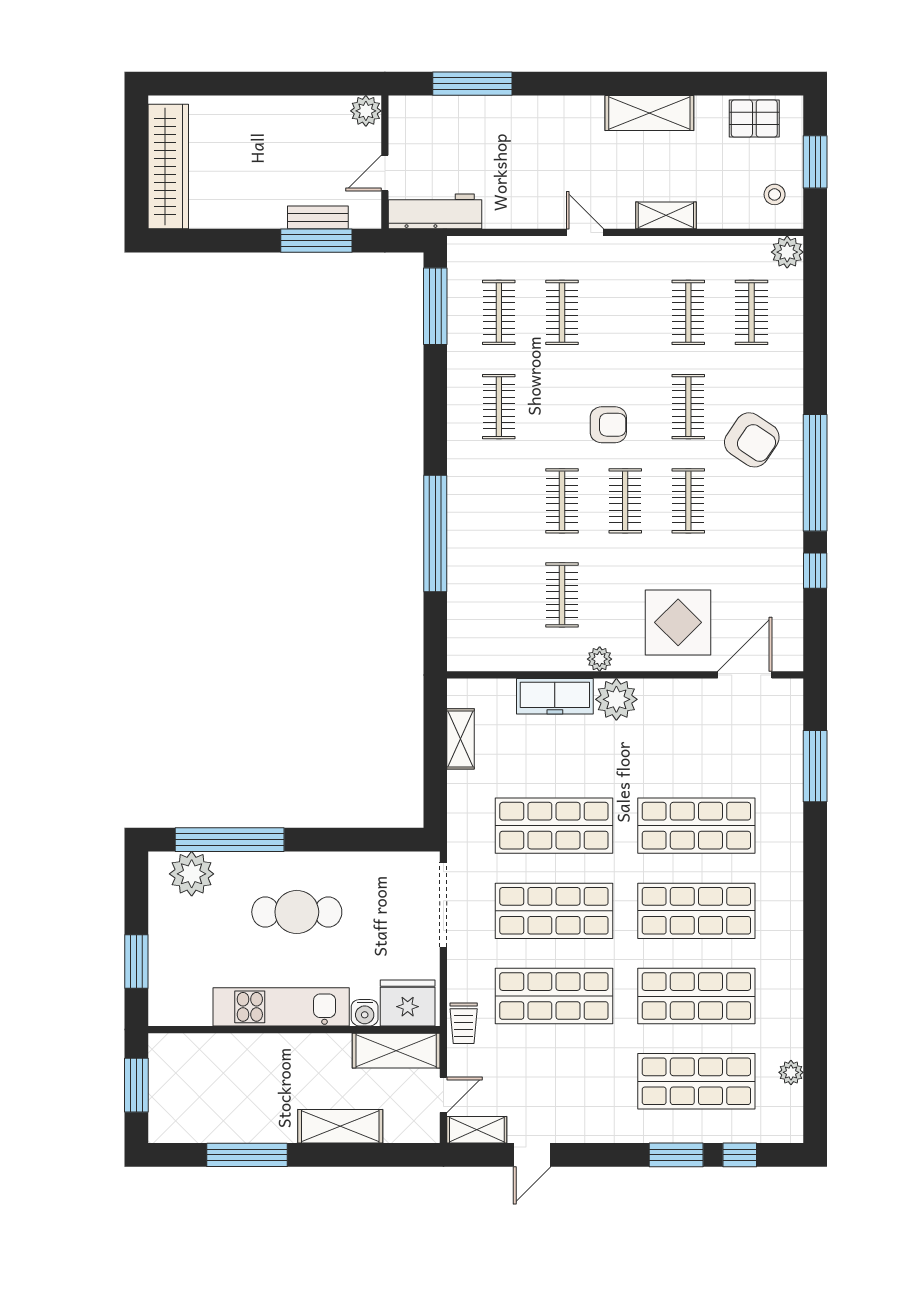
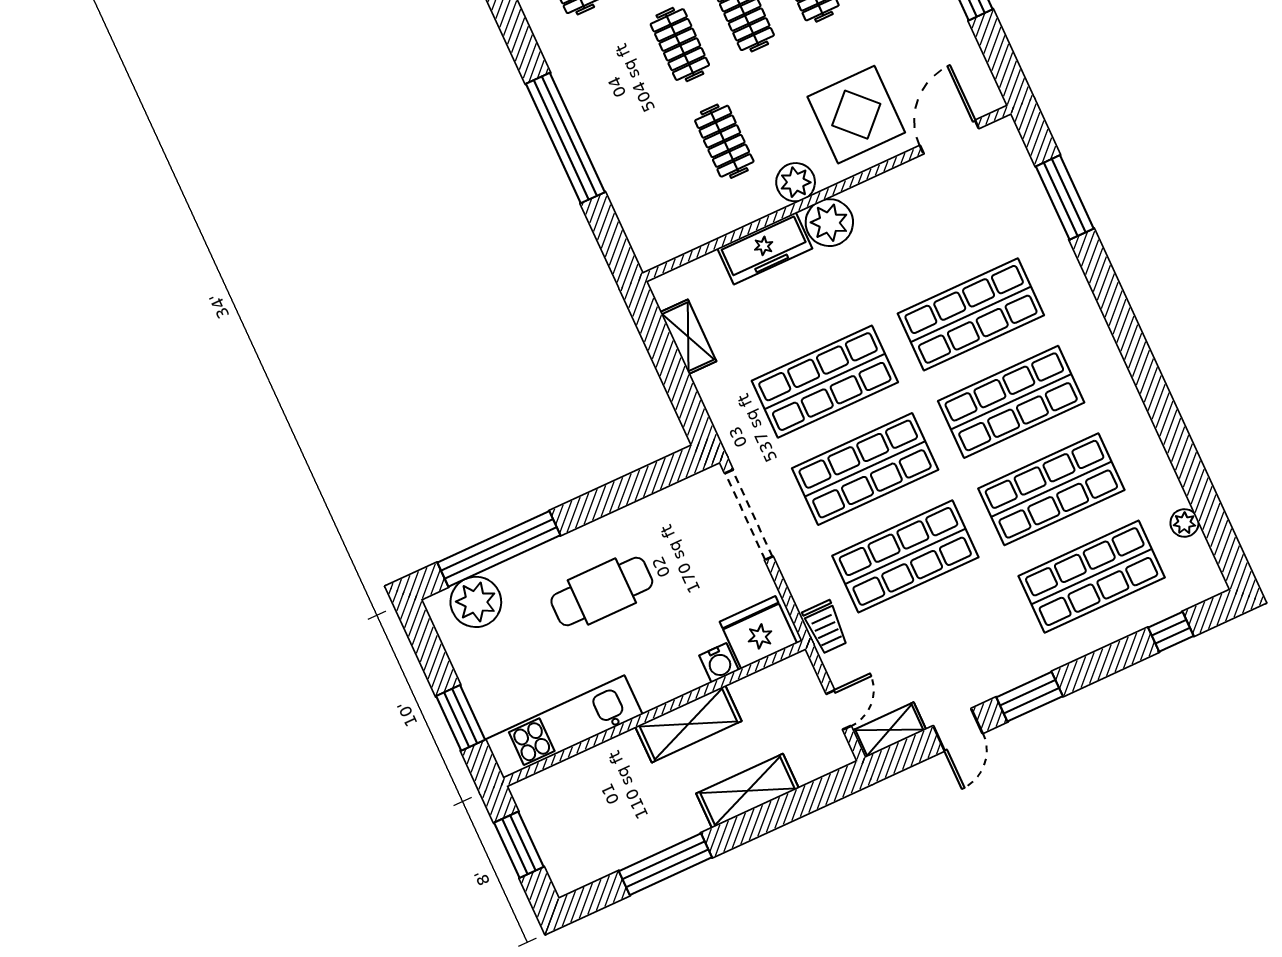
plant: (600, 659) -> (796, 182), width x1.38, depth x1.38
kitchen unit: (281, 1007) -> (564, 727), moved
shelving: (396, 1051) -> (688, 724), moved
window: (676, 1155) -> (1030, 697), moved

